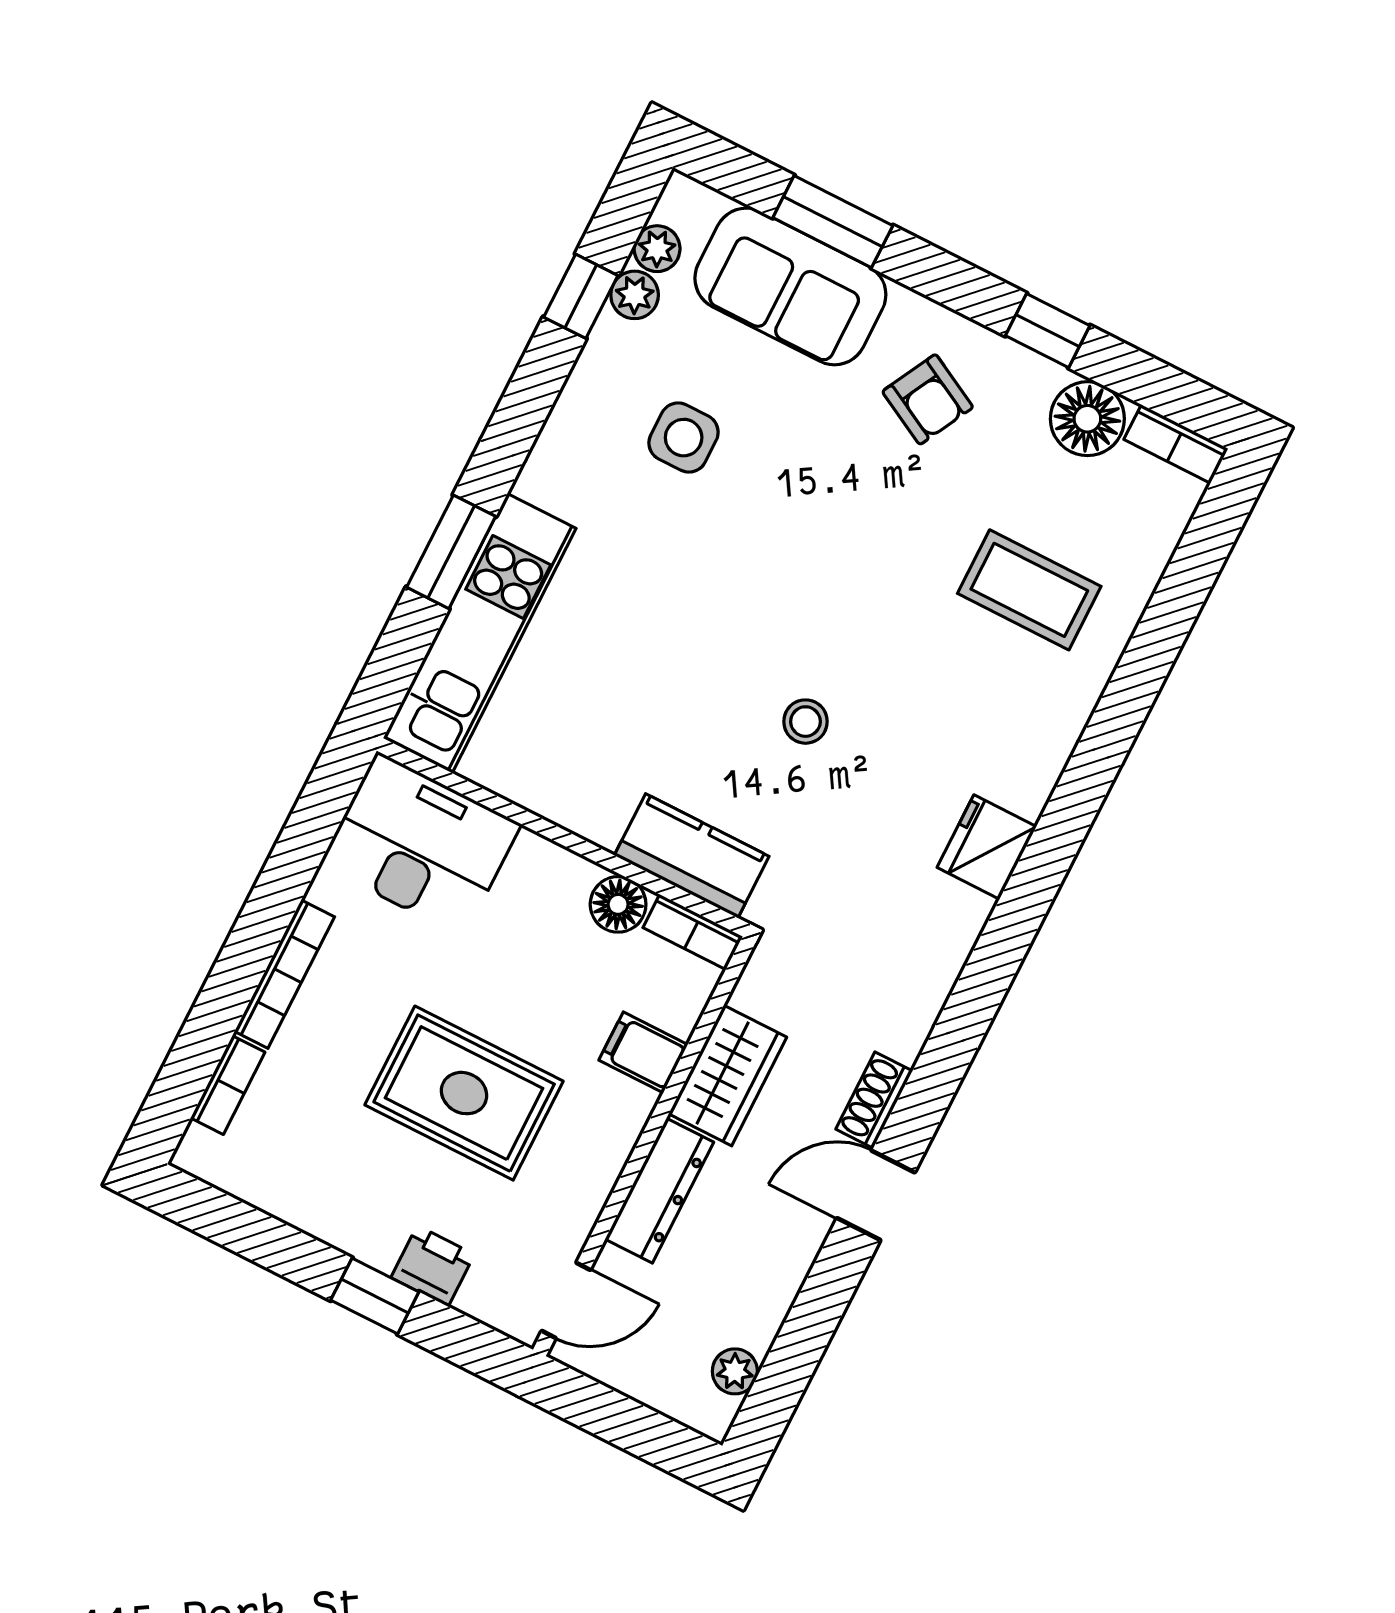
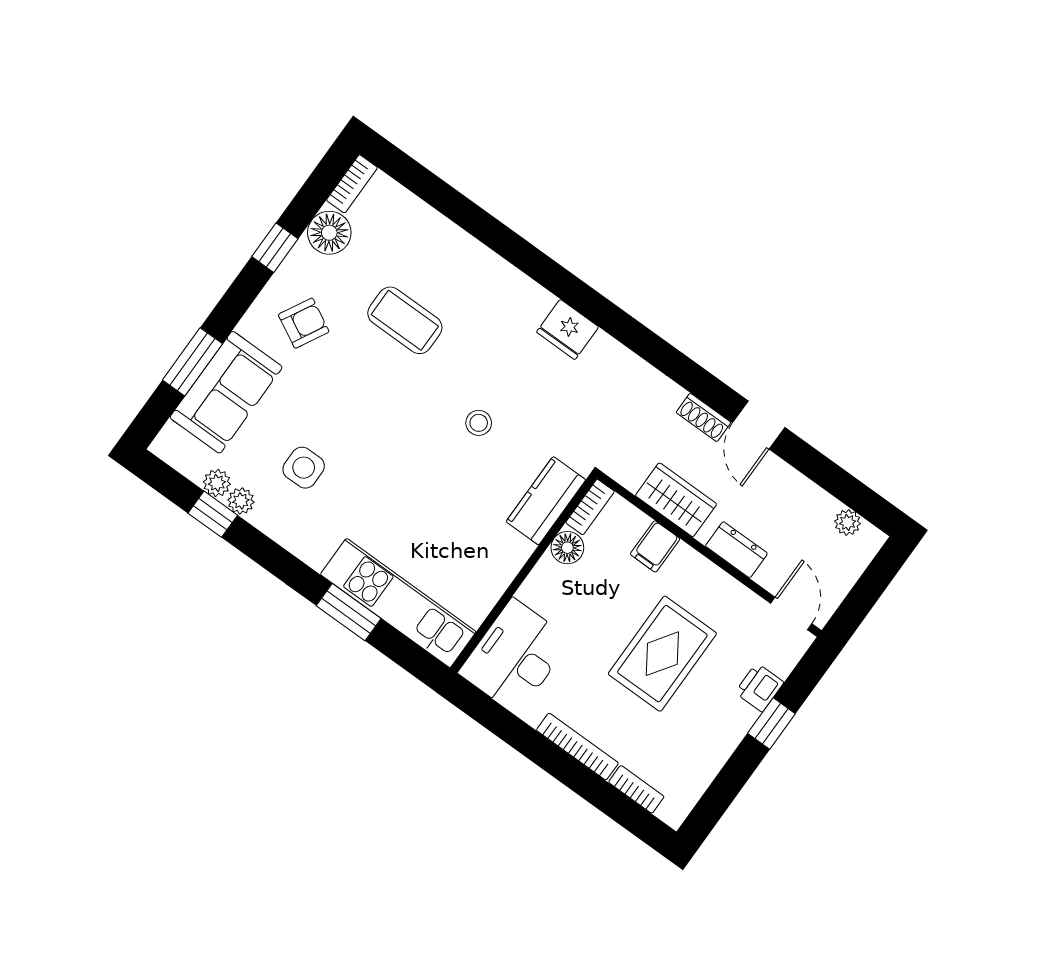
plant: (657, 249) -> (241, 501), moved
coffee table: (1029, 590) -> (405, 320), moved, turned 90
dresser: (659, 1191) -> (736, 550), width x0.70

